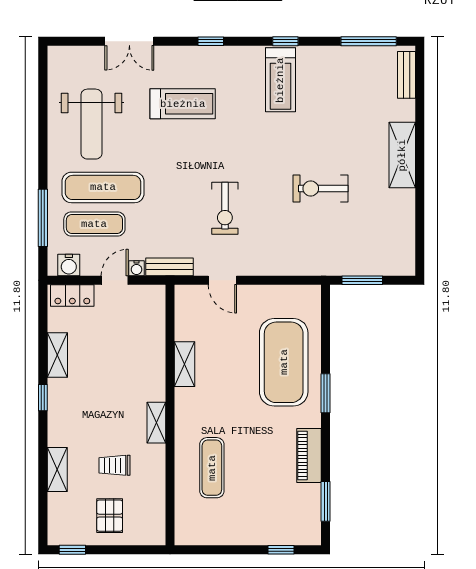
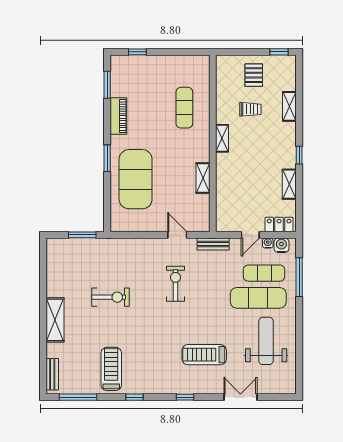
treadmill: (280, 80) -> (111, 369), moved
water cooler: (137, 268) -> (268, 243), moved

